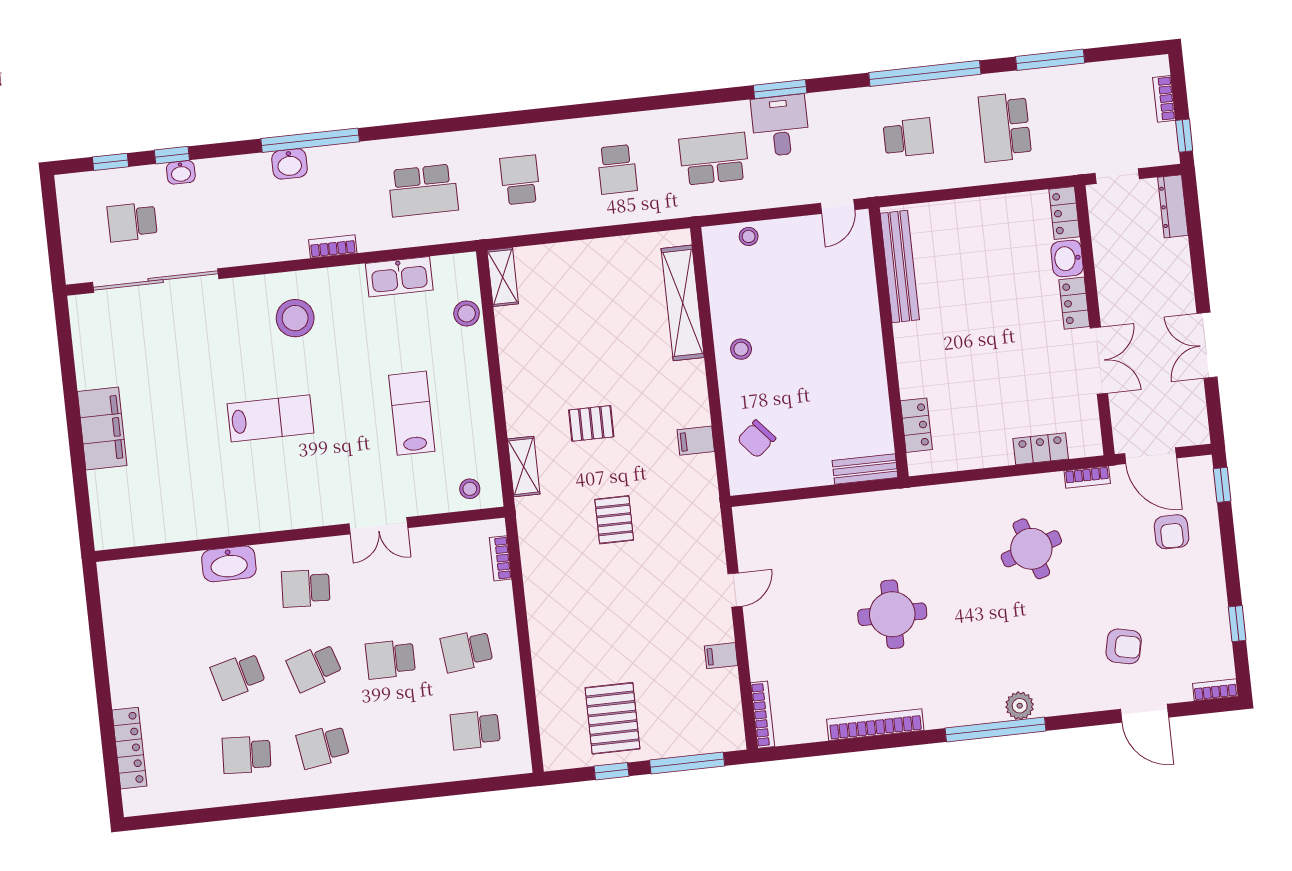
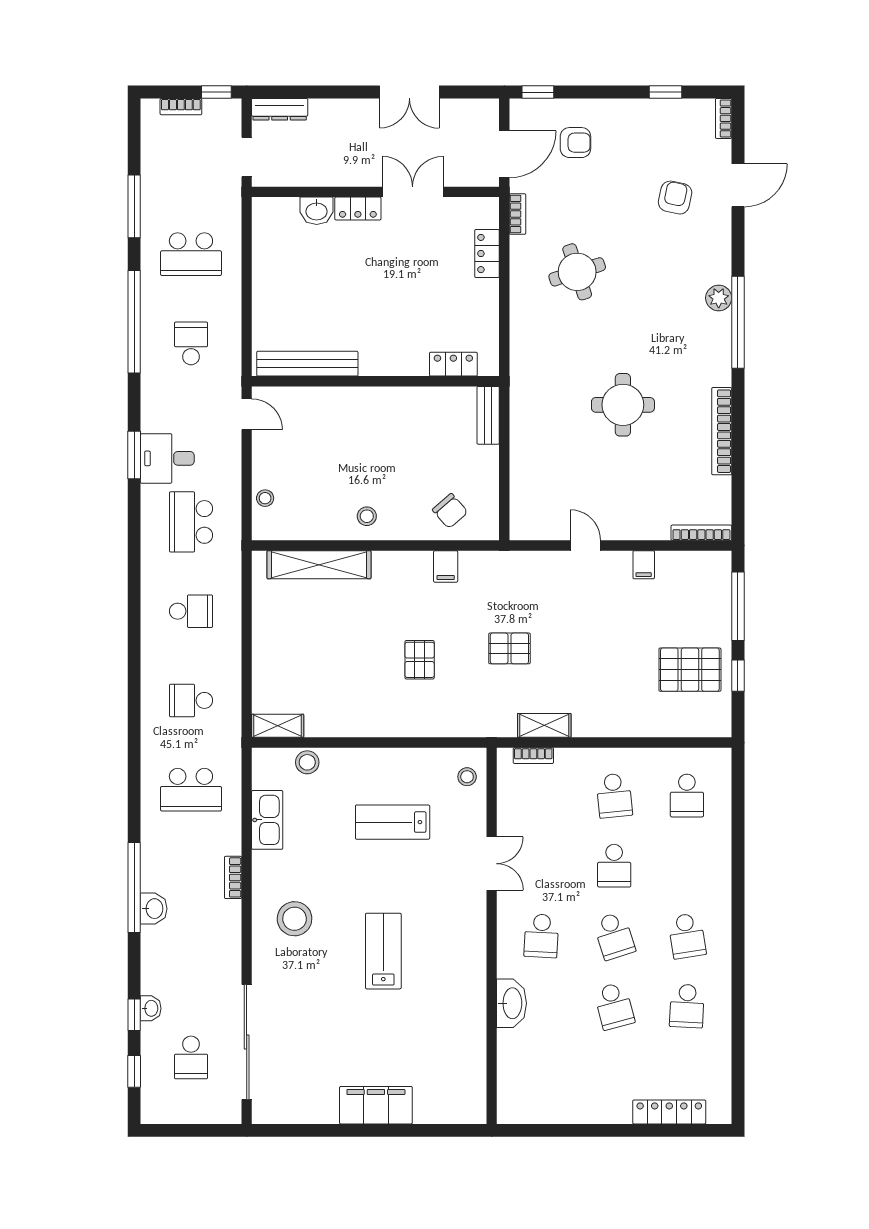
school desk: (423, 190) -> (191, 790), turned 90
locker: (1064, 213) -> (275, 209), removed
shelving: (524, 466) -> (544, 725), moved

